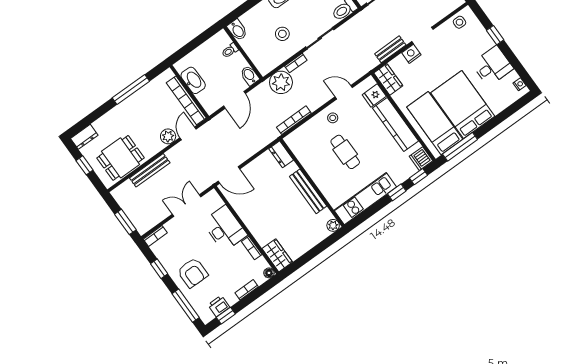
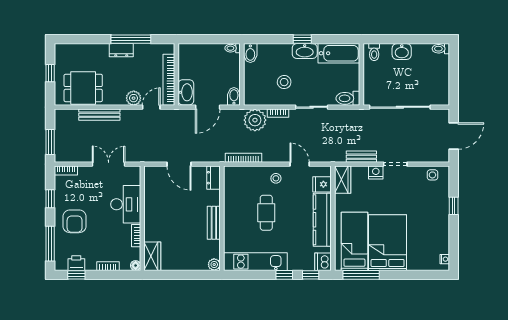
toilet: (230, 51) -> (233, 48), moved
desk: (492, 66) -> (434, 229), removed
washbasin: (193, 80) -> (186, 92), moved
dresser: (84, 137) -> (121, 50), moved
door: (229, 175) -> (179, 164), moved
bench: (308, 191) -> (214, 223), width x0.73

